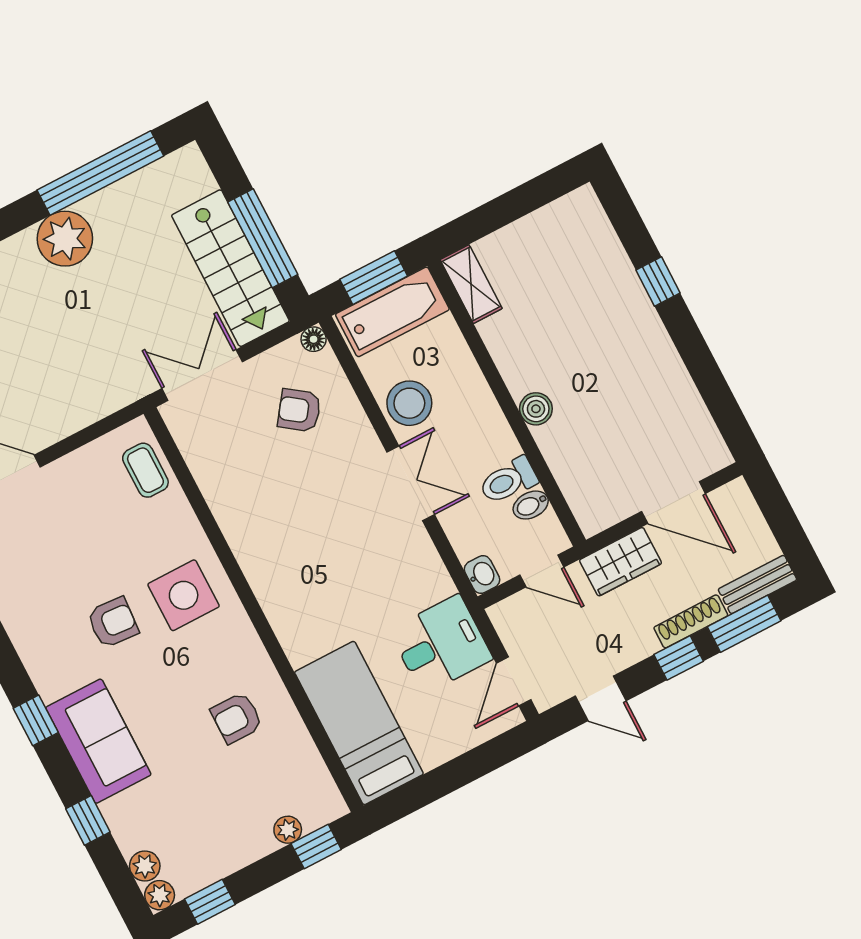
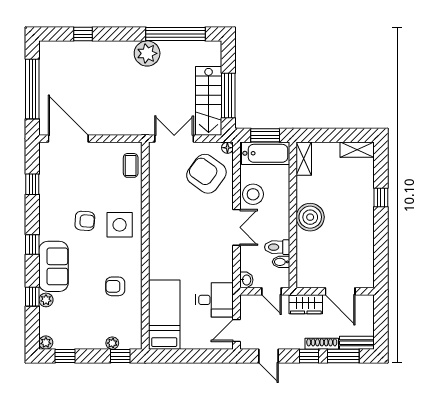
shelving: (565, 213) -> (357, 150), added
boiler: (536, 409) -> (310, 217), width x1.86, depth x1.86
armchair: (299, 410) -> (206, 174), width x1.88, depth x1.88
plant: (145, 866) -> (46, 300), moved

